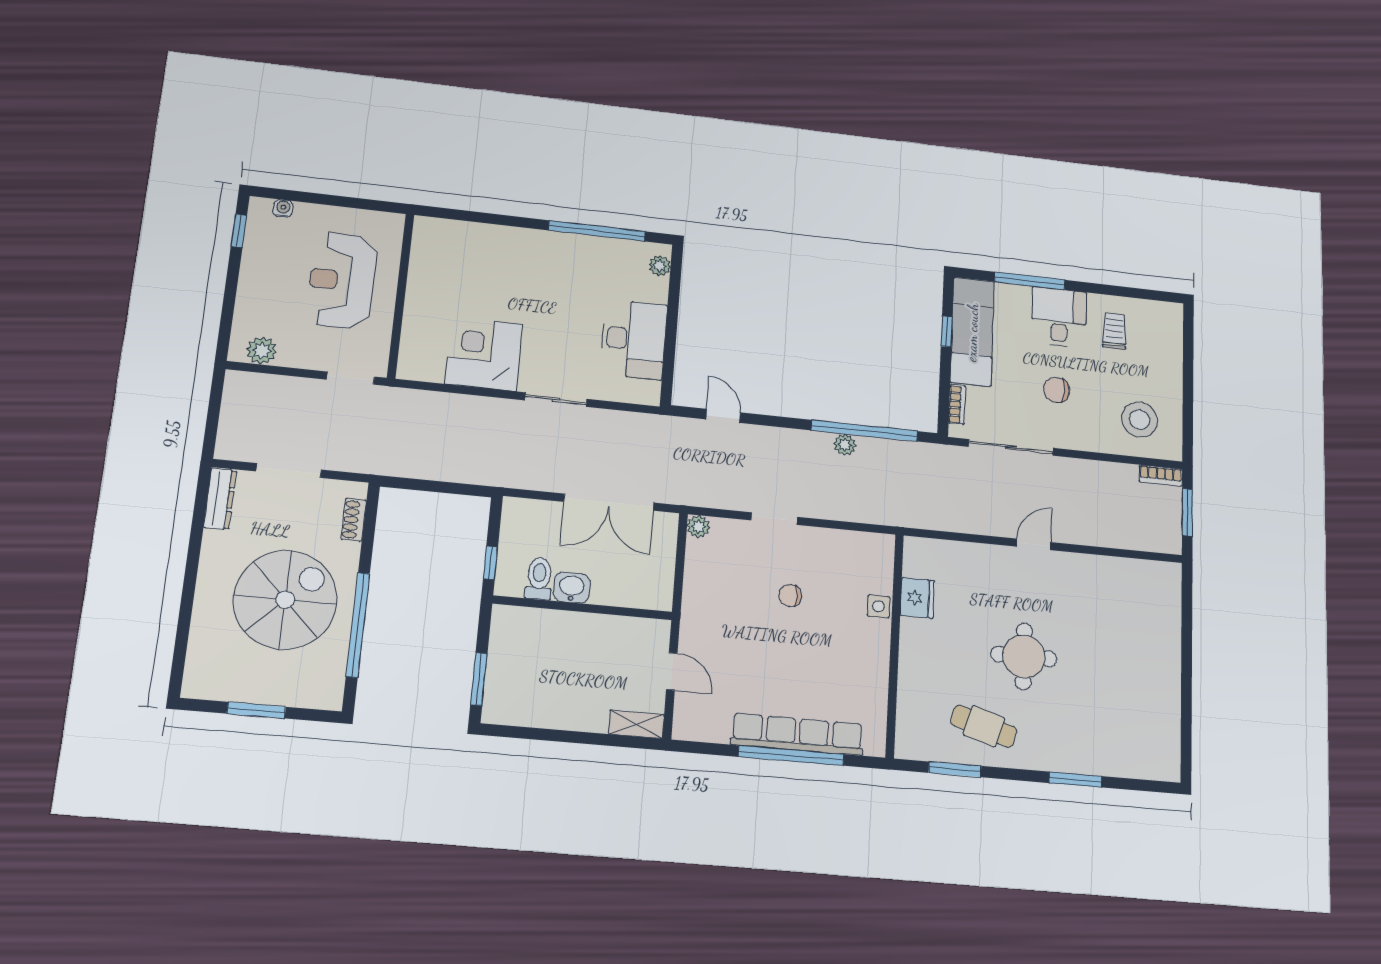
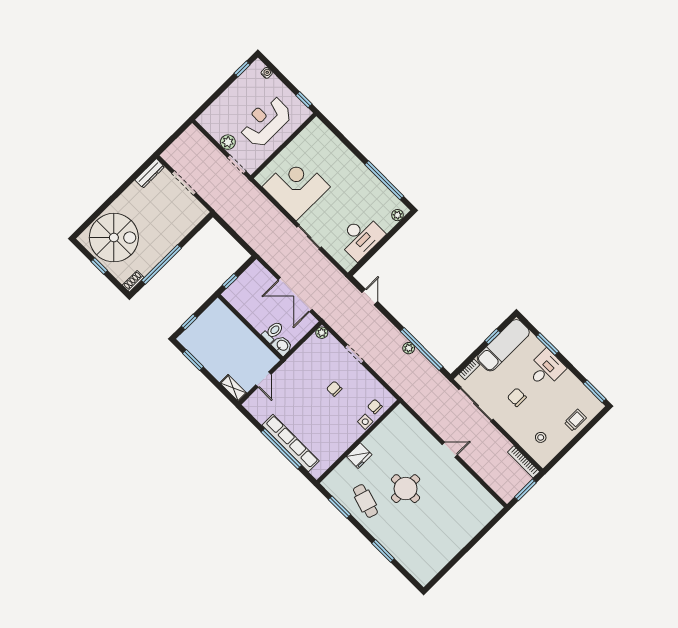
window: (375, 205) -> (304, 100), added
window: (1030, 281) -> (547, 344), width x0.69
window: (1151, 295) -> (595, 391), added
trolley: (1114, 331) -> (575, 420), moved
plant: (262, 350) -> (228, 142), moved
corner desk: (484, 354) -> (296, 187), width x1.36, depth x1.36
stool: (1140, 420) -> (541, 437), width x0.53, depth x0.53
bookcase: (1161, 476) -> (524, 462), width x1.56
shoe rack: (354, 520) -> (133, 281), moved
chair: (872, 572) -> (375, 407), added
toilet: (539, 578) -> (273, 332), moved
washbasin: (572, 588) -> (282, 346), moved
fridge: (917, 598) -> (359, 456), moved
spiral stairs: (285, 600) -> (114, 238), moved
window: (479, 679) -> (189, 322), width x0.67
window: (256, 710) -> (99, 266), width x0.67
window: (536, 734) -> (193, 360), added

